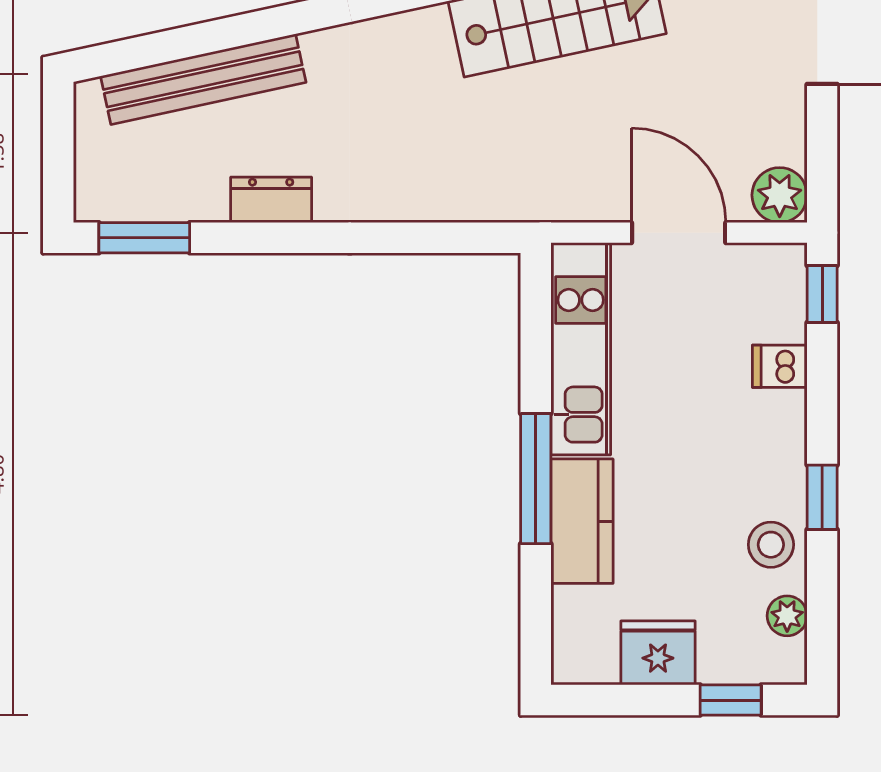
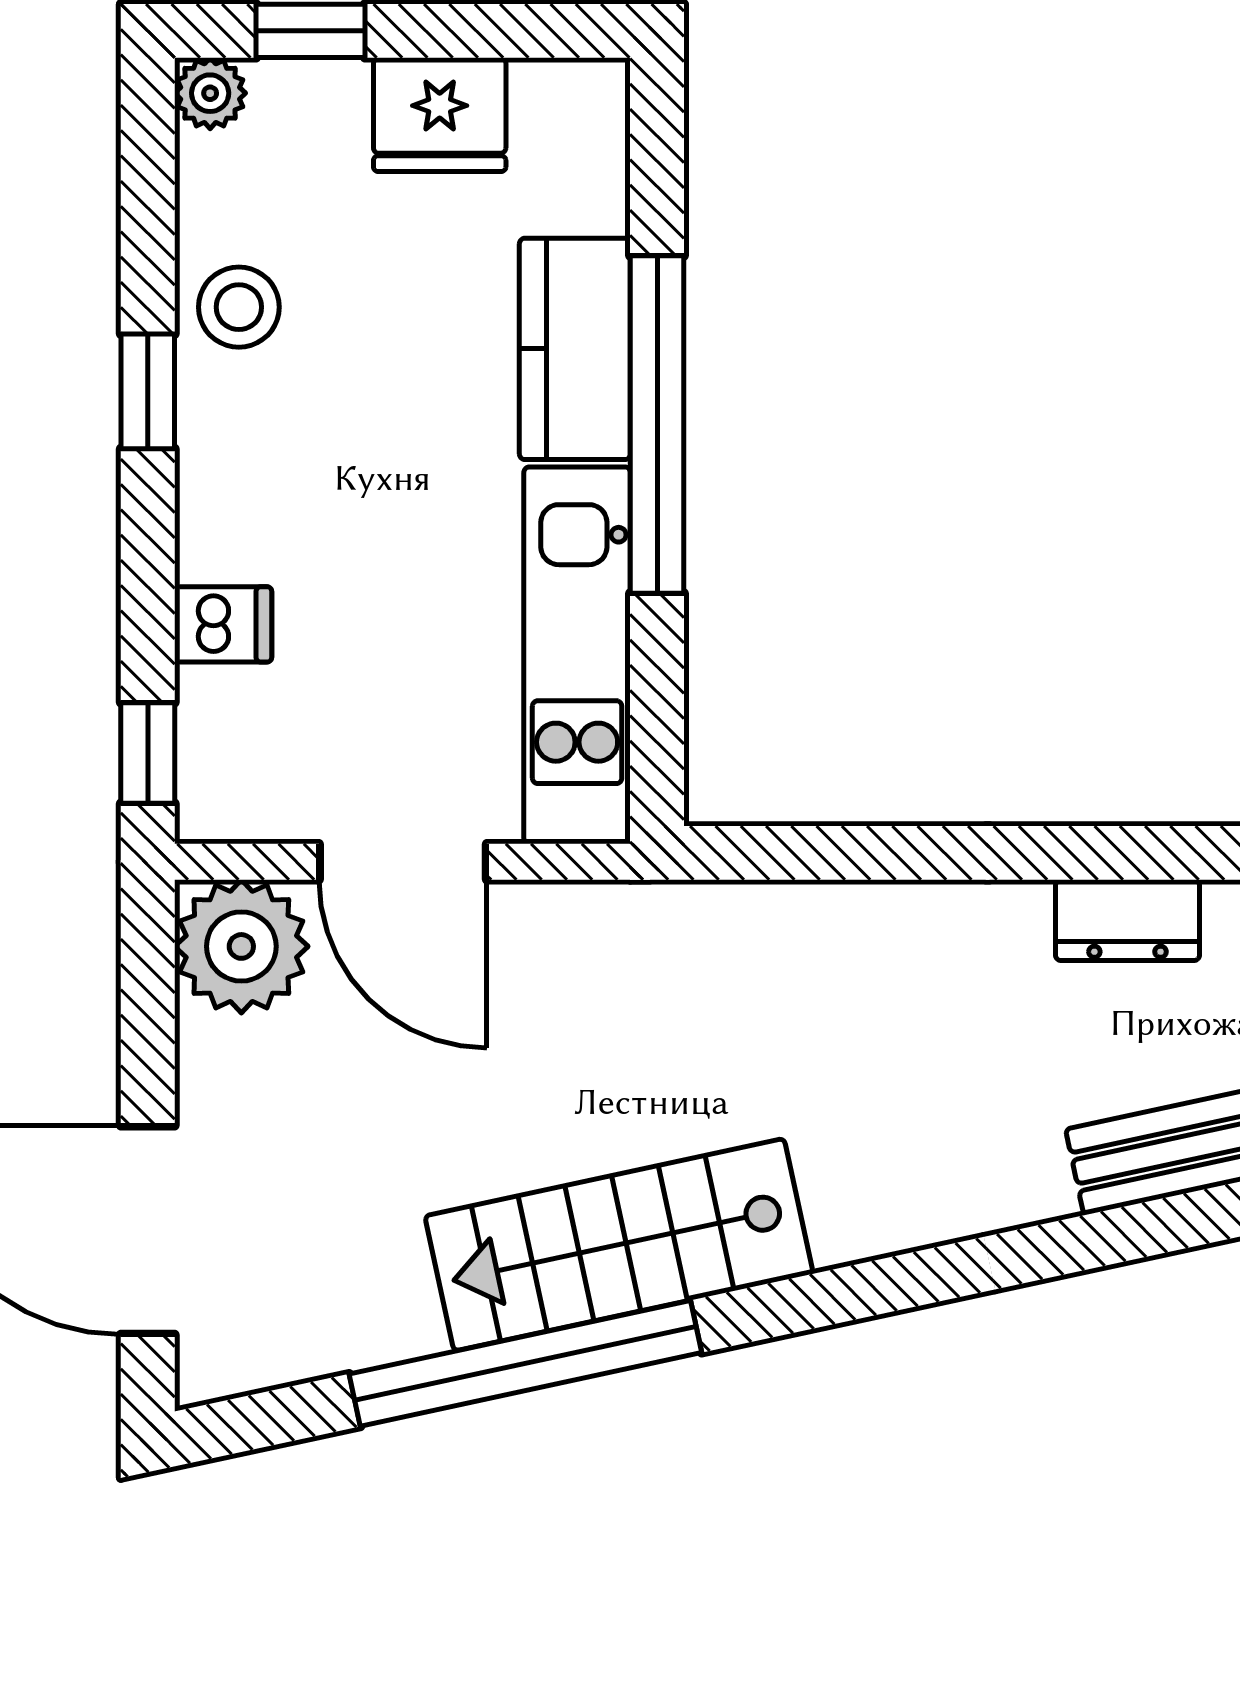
plant: (780, 195) -> (241, 946), width x1.36, depth x1.36
window: (536, 479) -> (657, 425), width x1.46
plant: (787, 616) -> (210, 93), moved

